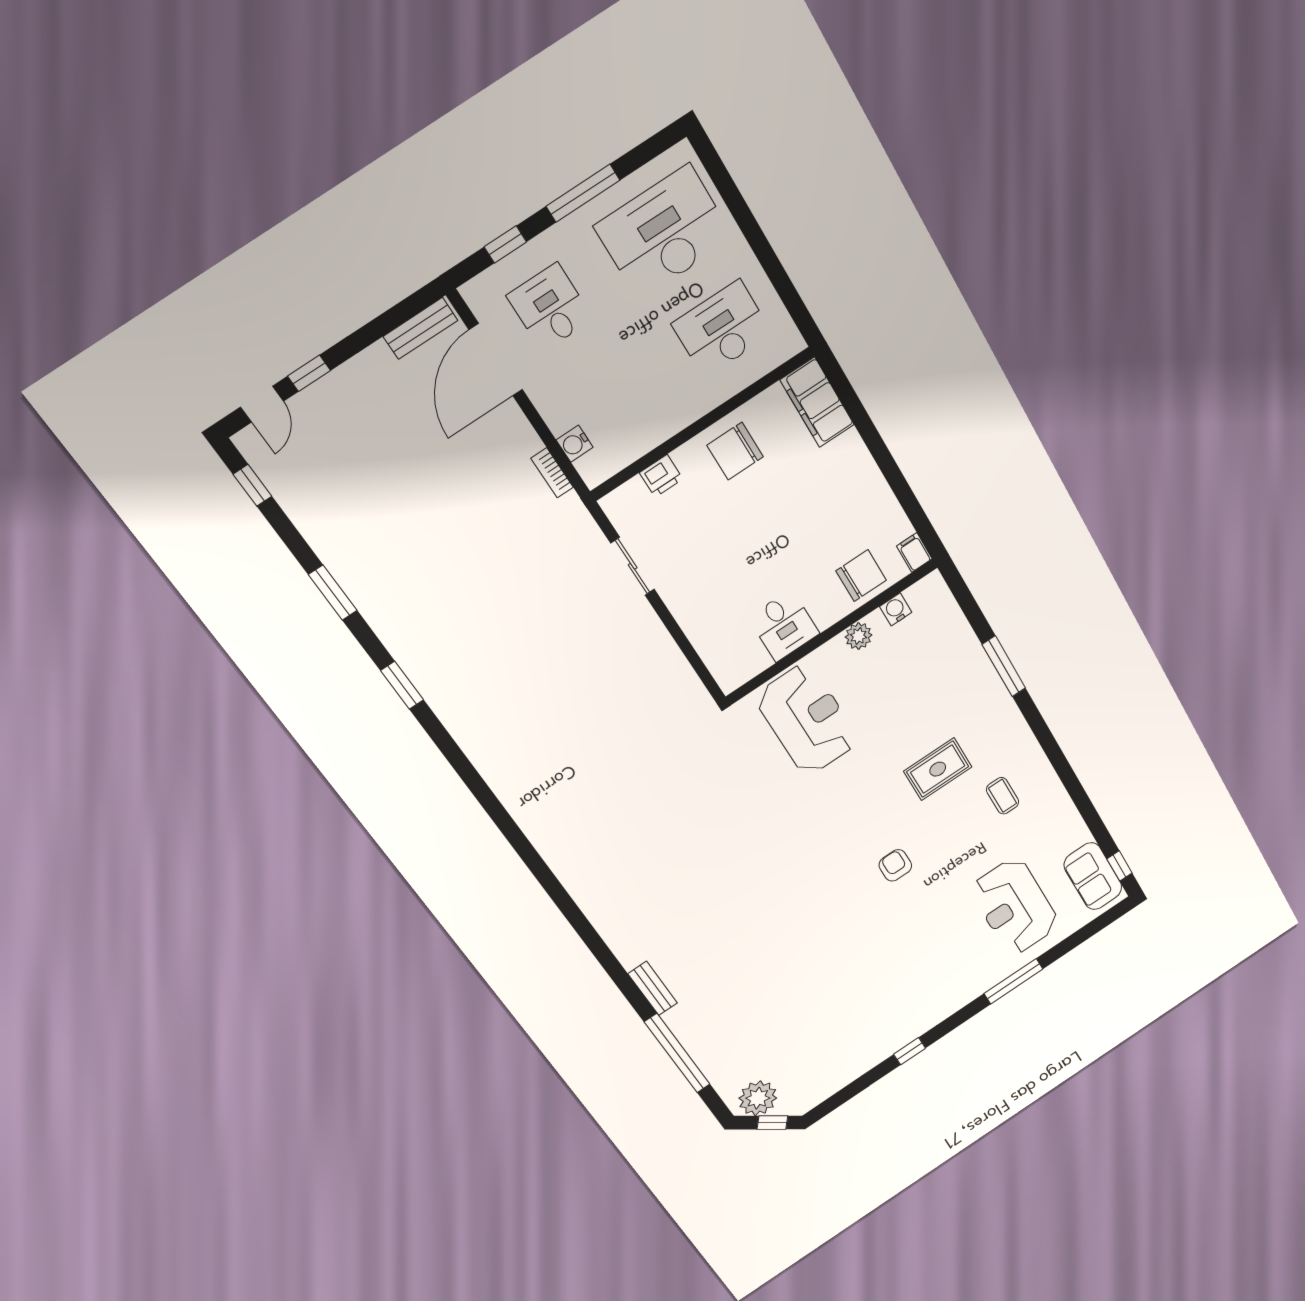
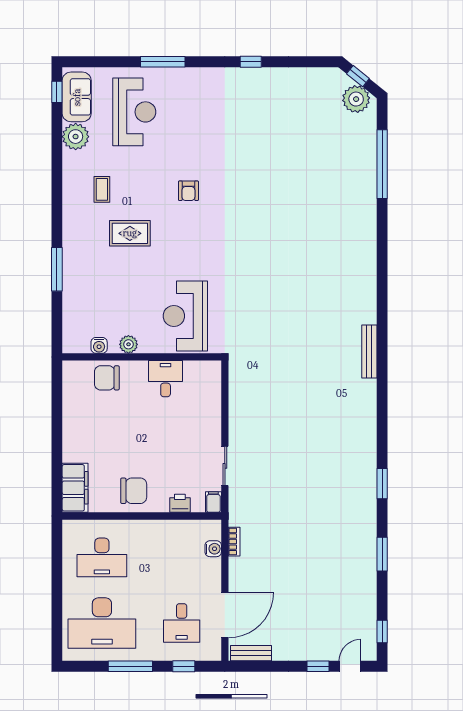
filing cabinet: (914, 552) -> (213, 502), moved, turned 180
plant: (1069, 833) -> (76, 137), added
bench: (653, 988) -> (369, 352), moved, width x1.36

